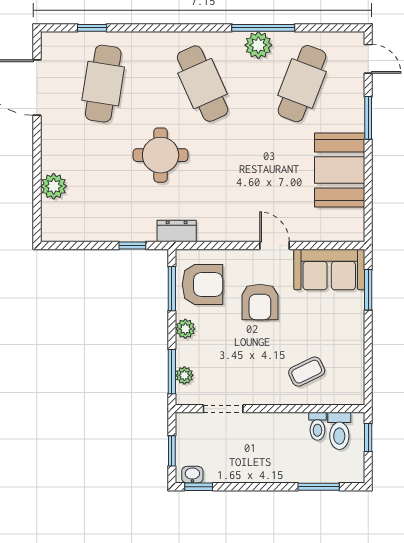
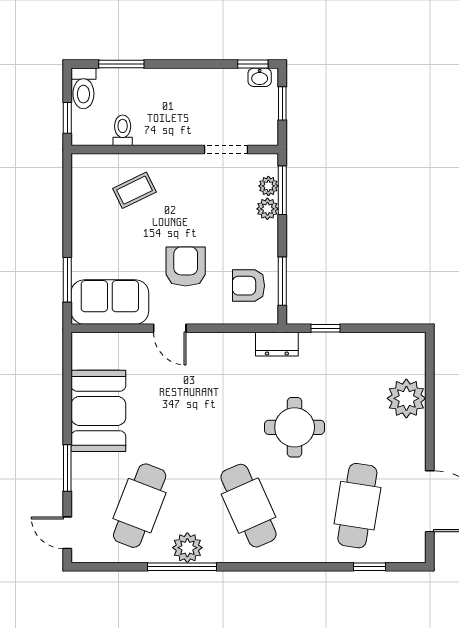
plant: (54, 186) -> (406, 398), width x1.36, depth x1.36
armchair: (203, 284) -> (249, 286), width x0.72, depth x0.72
plant: (185, 329) -> (267, 209), moved
toilet: (339, 431) -> (83, 88), moved, turned 180

